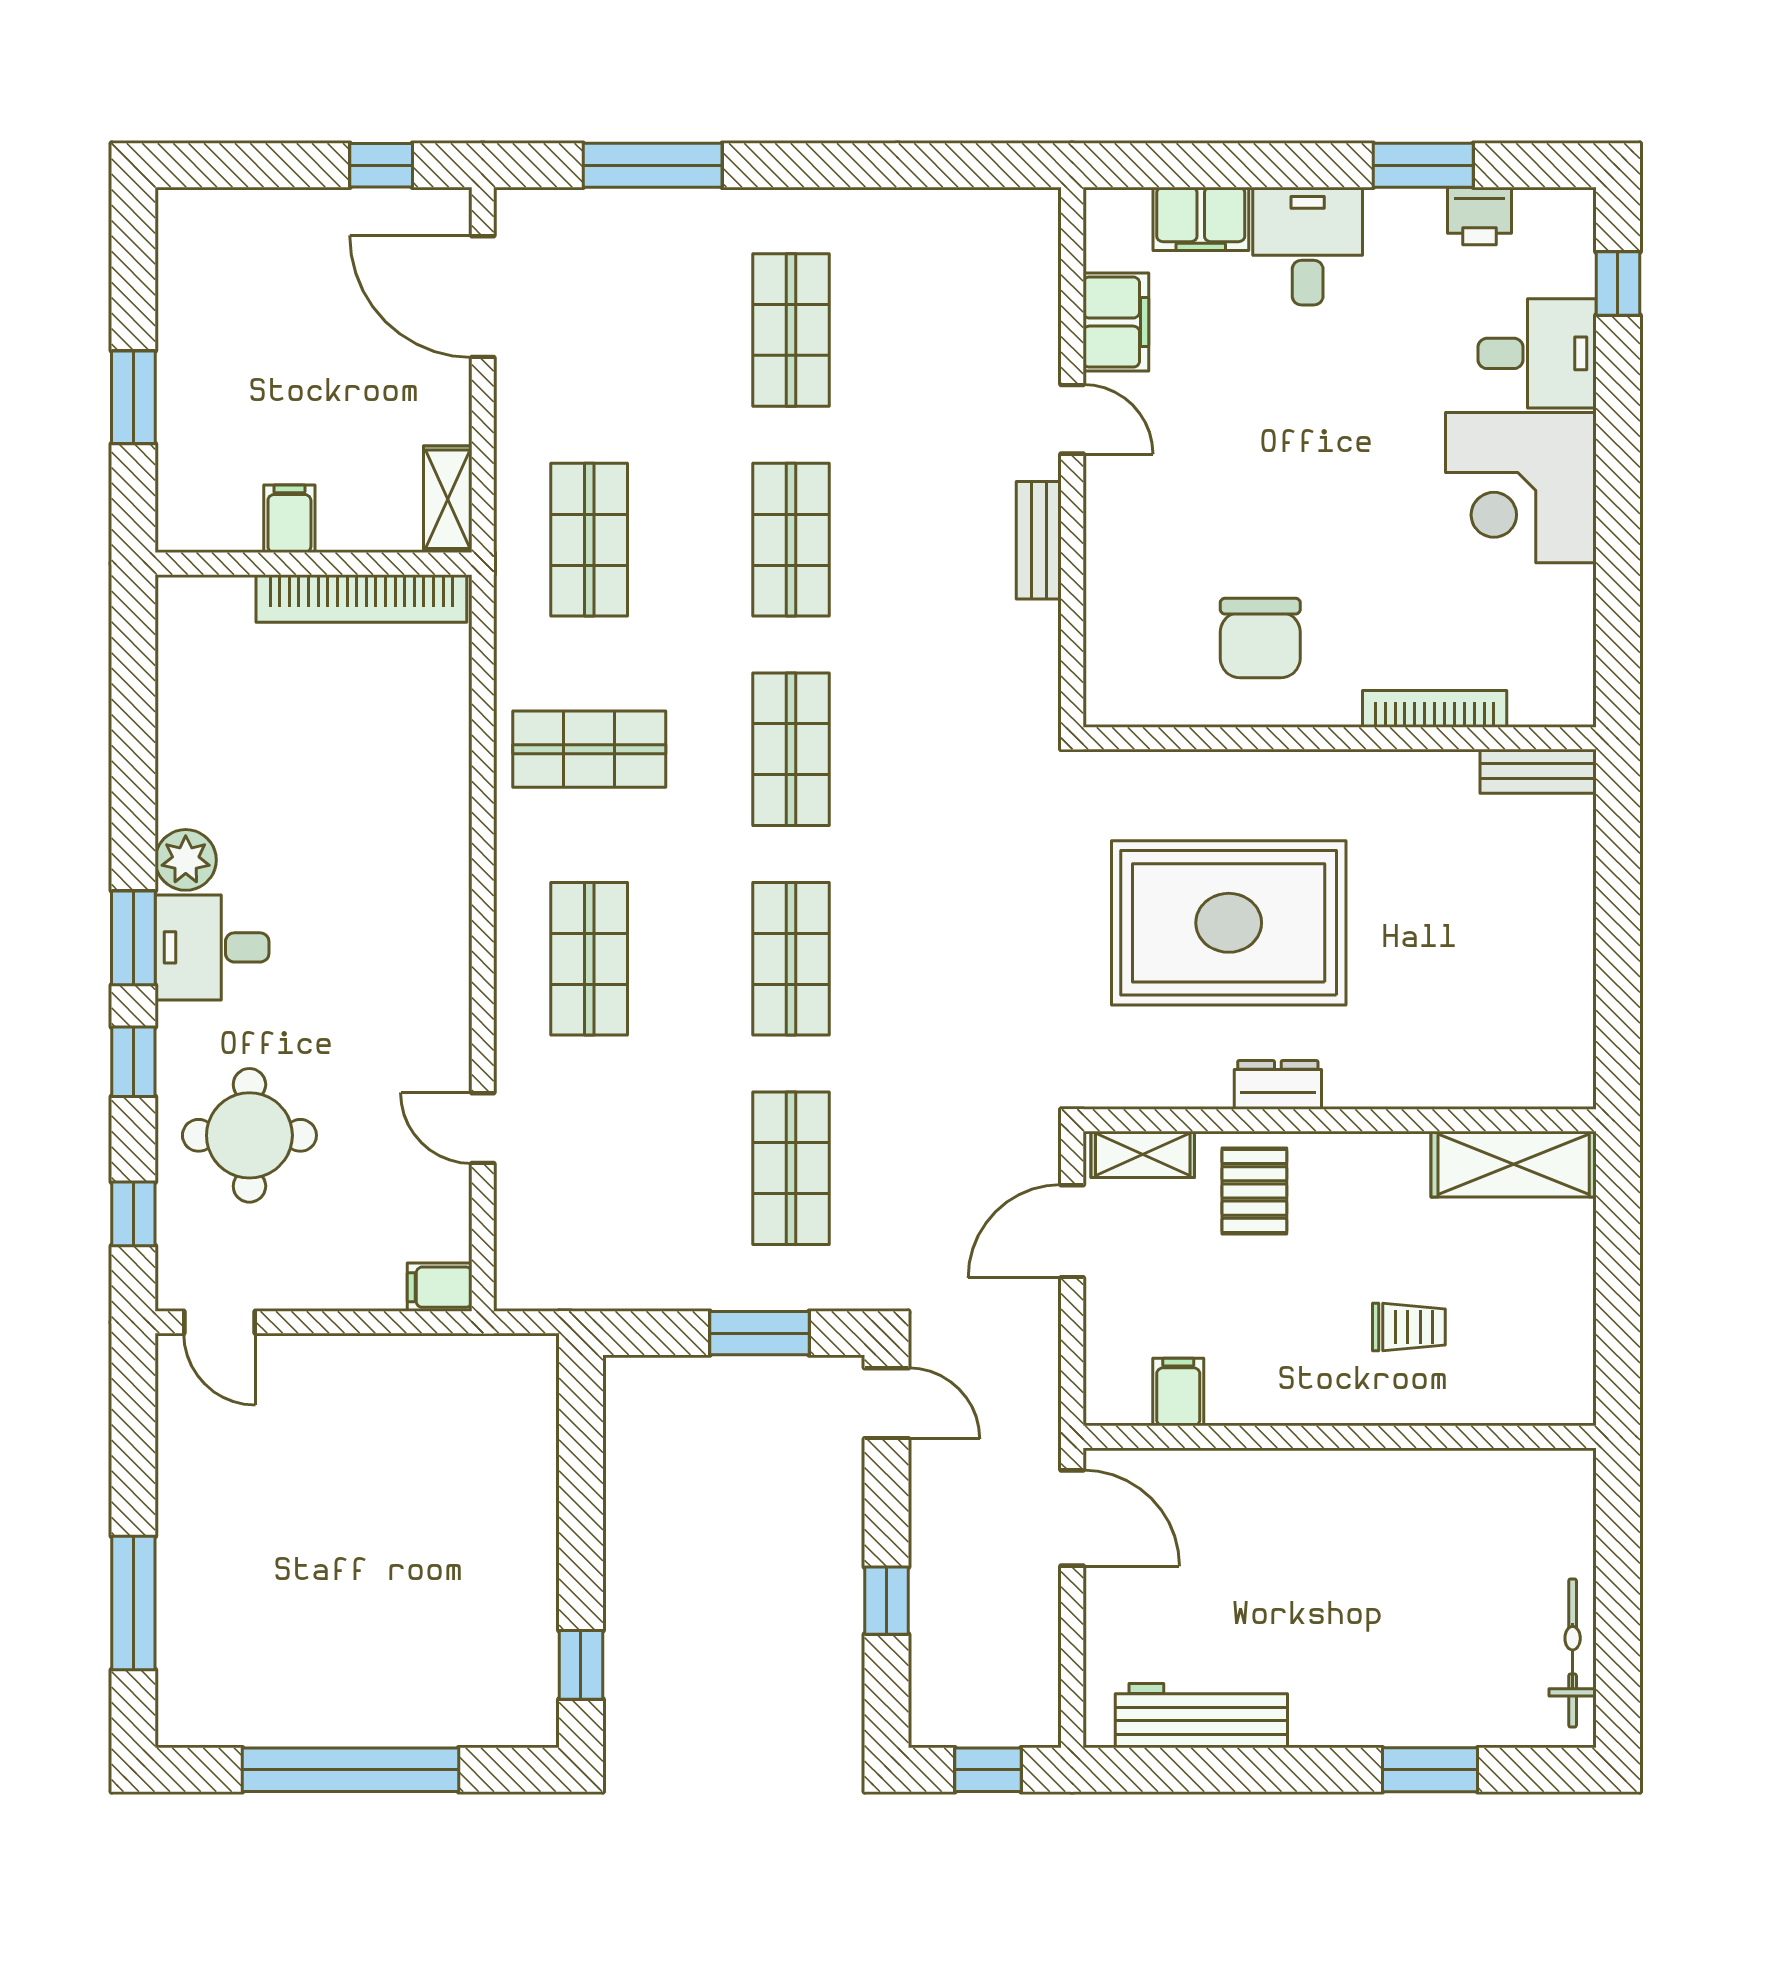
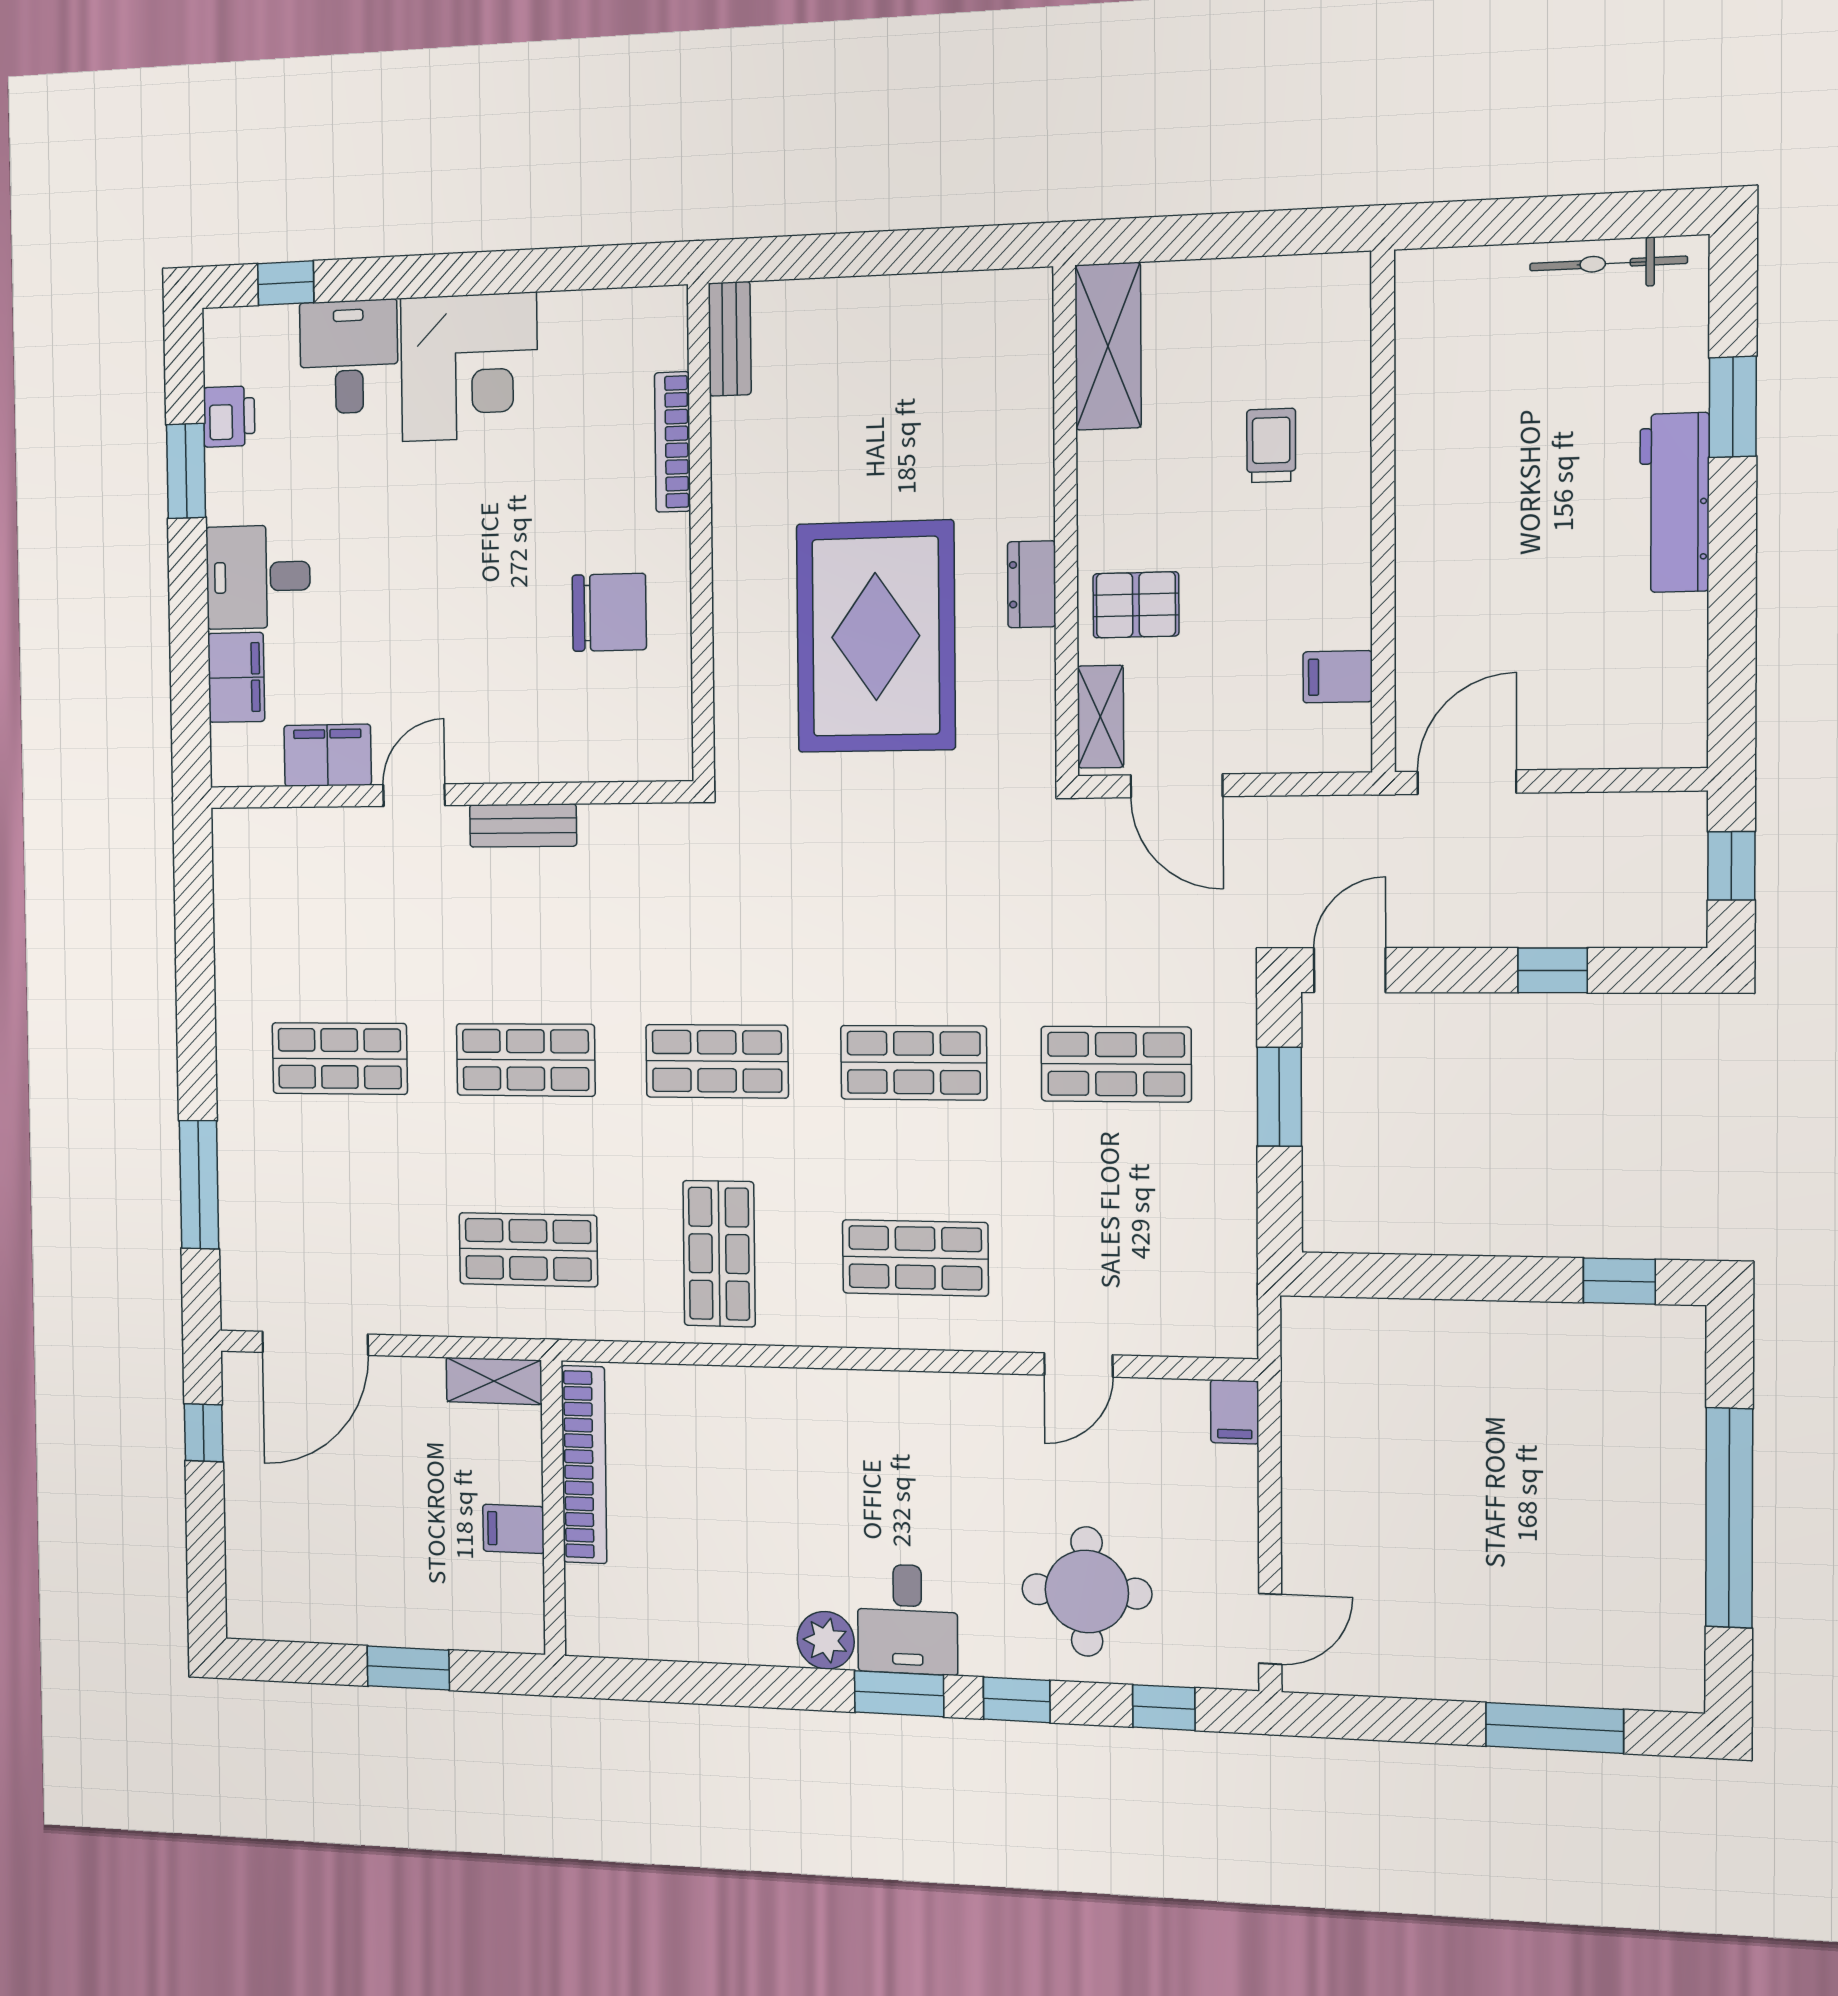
workbench: (1201, 1716) -> (1675, 503), moved

